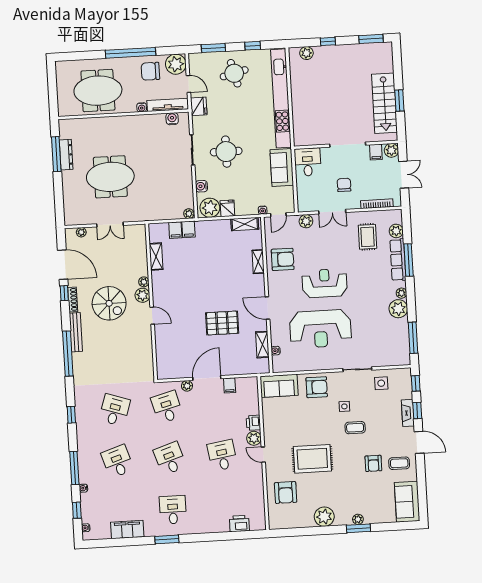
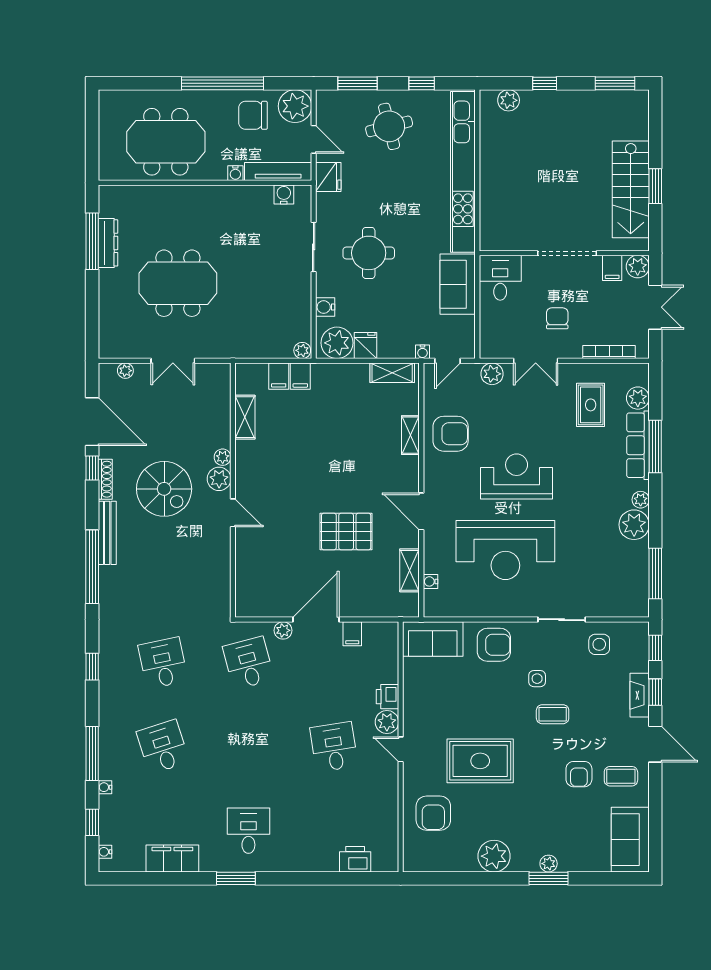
desk: (115, 410) -> (163, 663), turned -30
desk: (170, 458) -> (248, 747), removed

